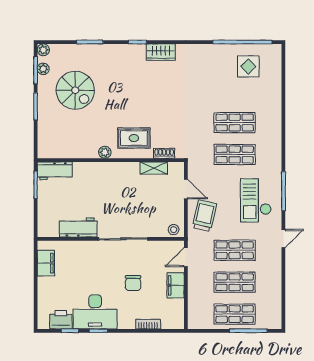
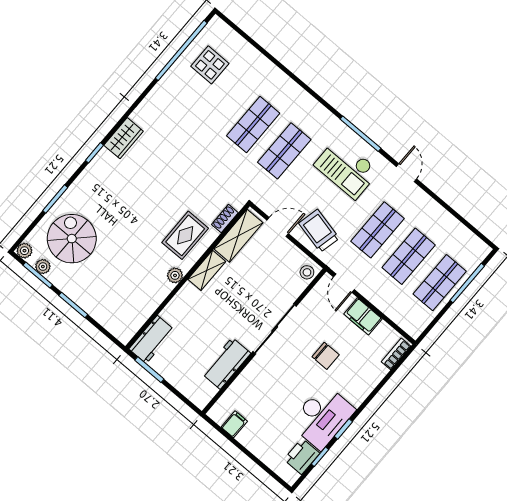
spiral stairs: (75, 90) -> (72, 239), moved, turned -90
shelving: (154, 168) -> (238, 236), width x1.50, depth x1.33
shelving: (124, 169) -> (207, 270), added
filing cabinet: (46, 263) -> (234, 424), width x0.50
bookcase: (148, 324) -> (396, 354), moved

